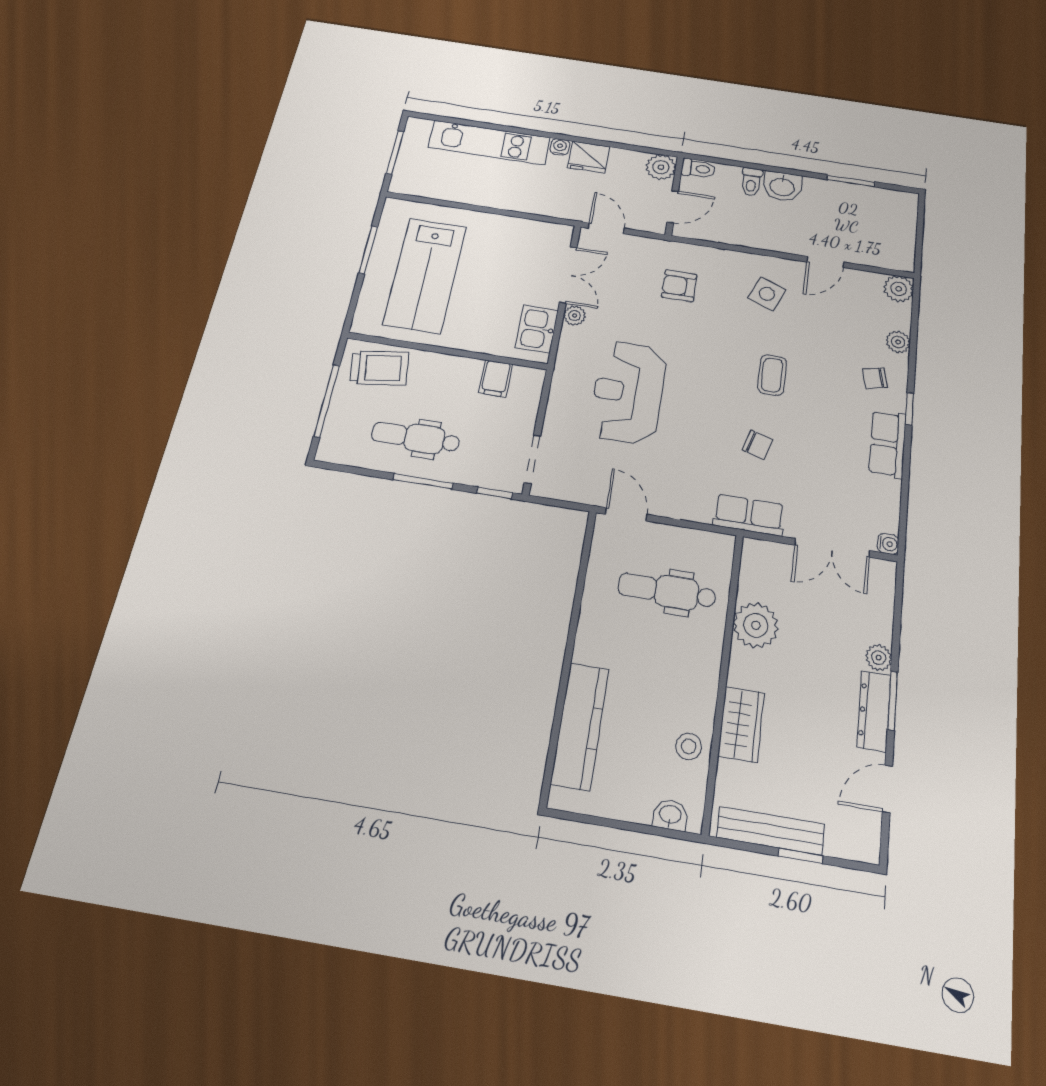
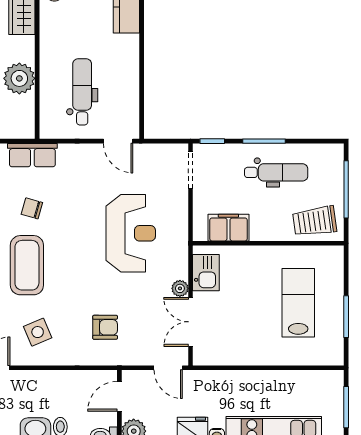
lab bench: (425, 275) -> (298, 303), width x0.73, depth x0.72
side table: (767, 294) -> (38, 332), turned 45
coffee table: (772, 375) -> (27, 265), width x1.86, depth x1.72
filing cabinet: (496, 378) -> (228, 228), width x2.00
dental chair: (667, 591) -> (82, 92), turned -90

